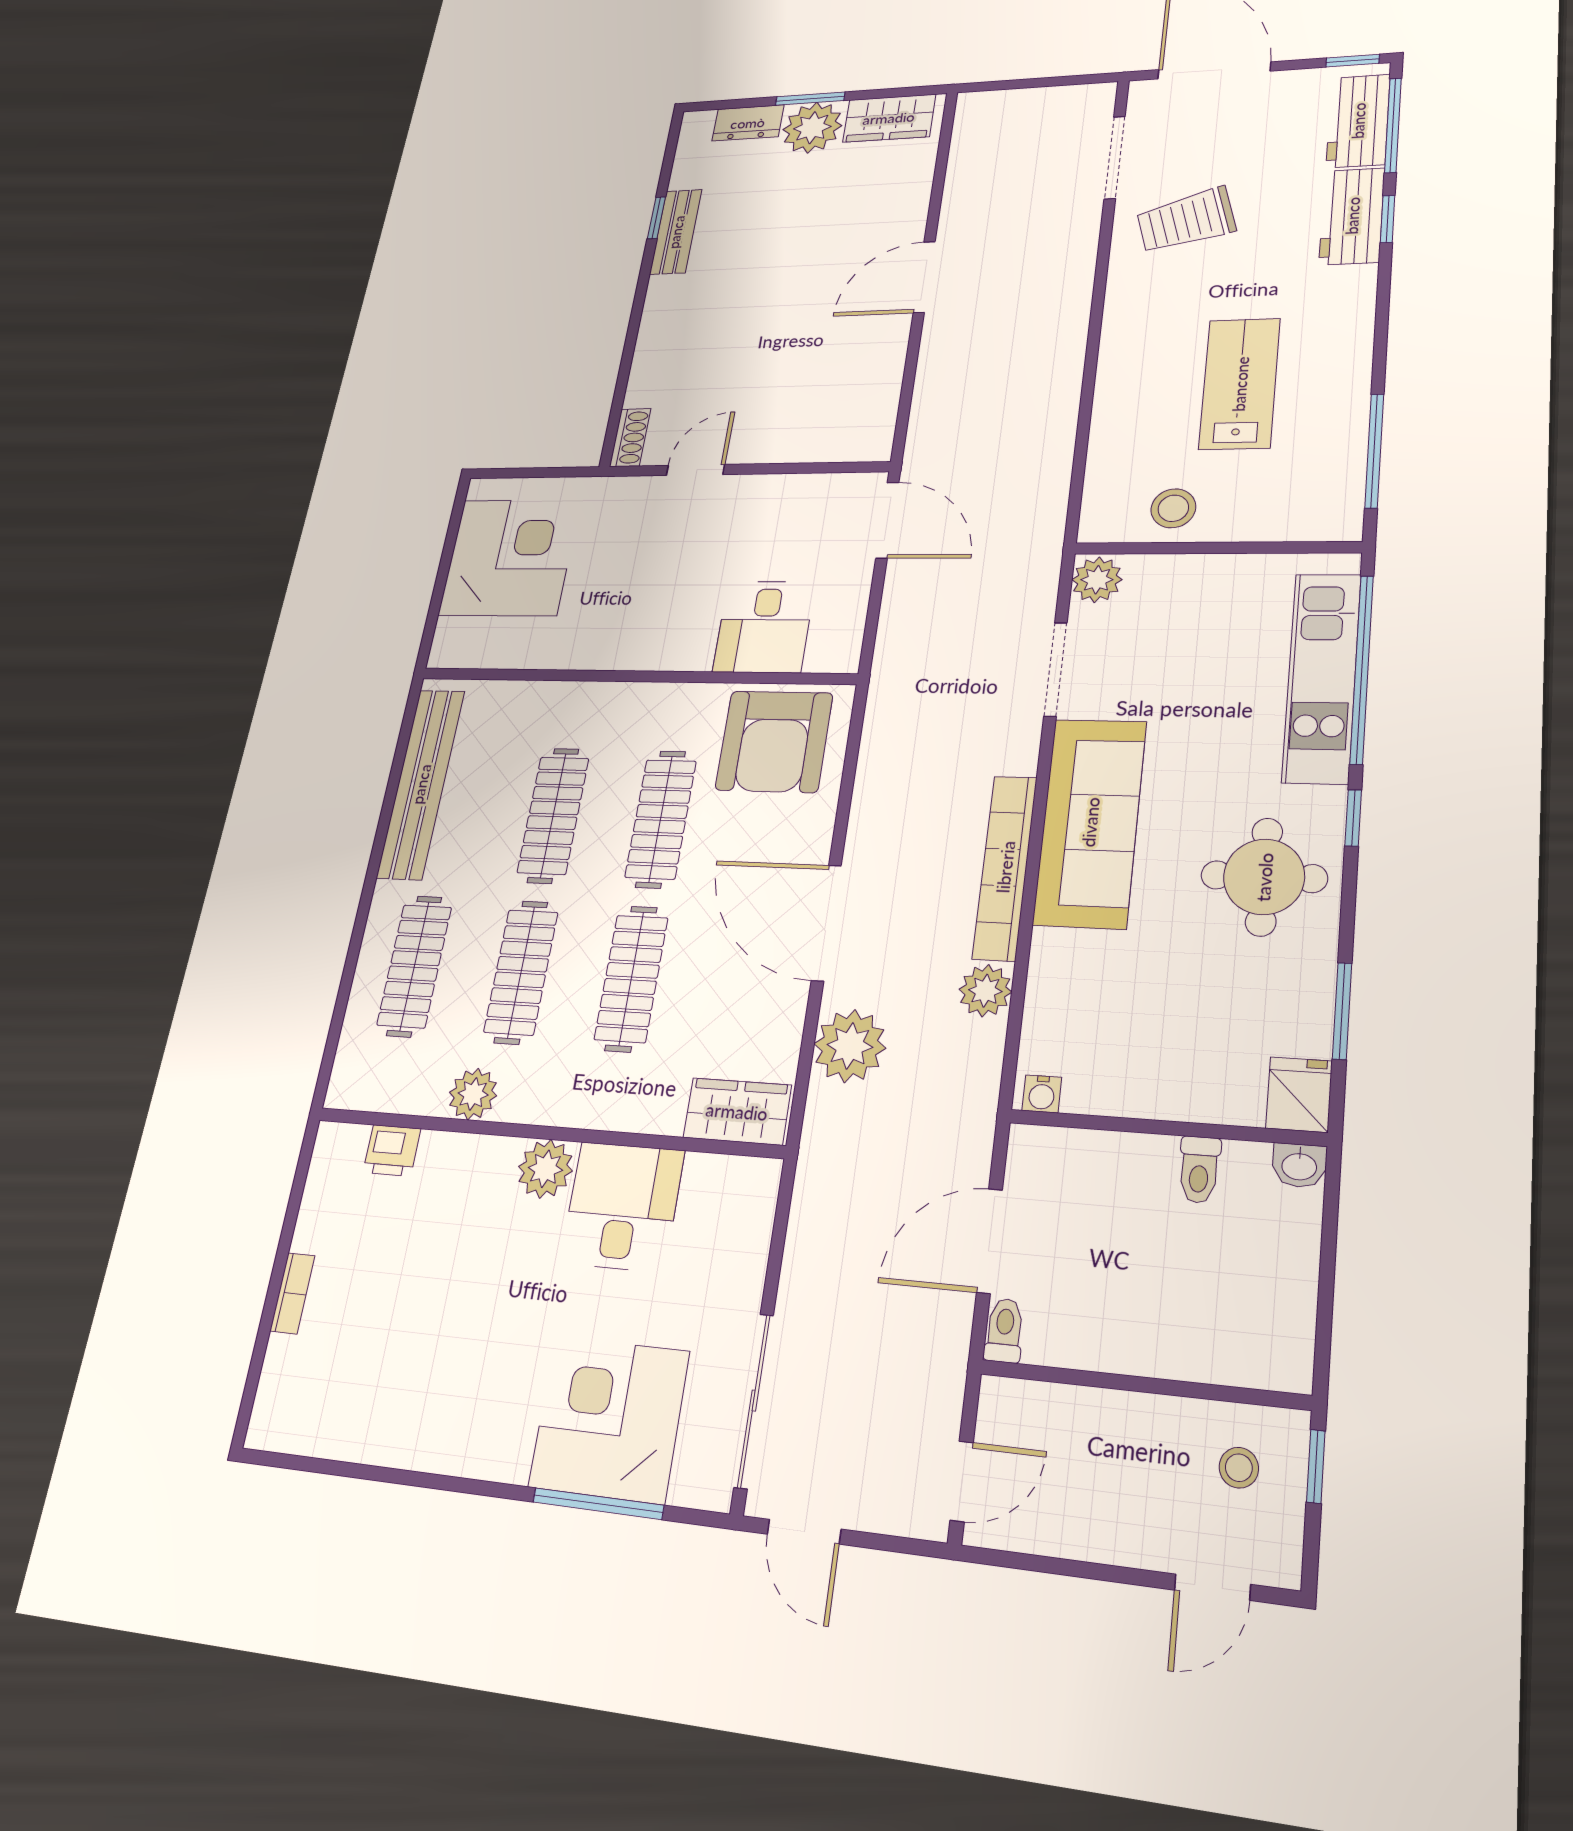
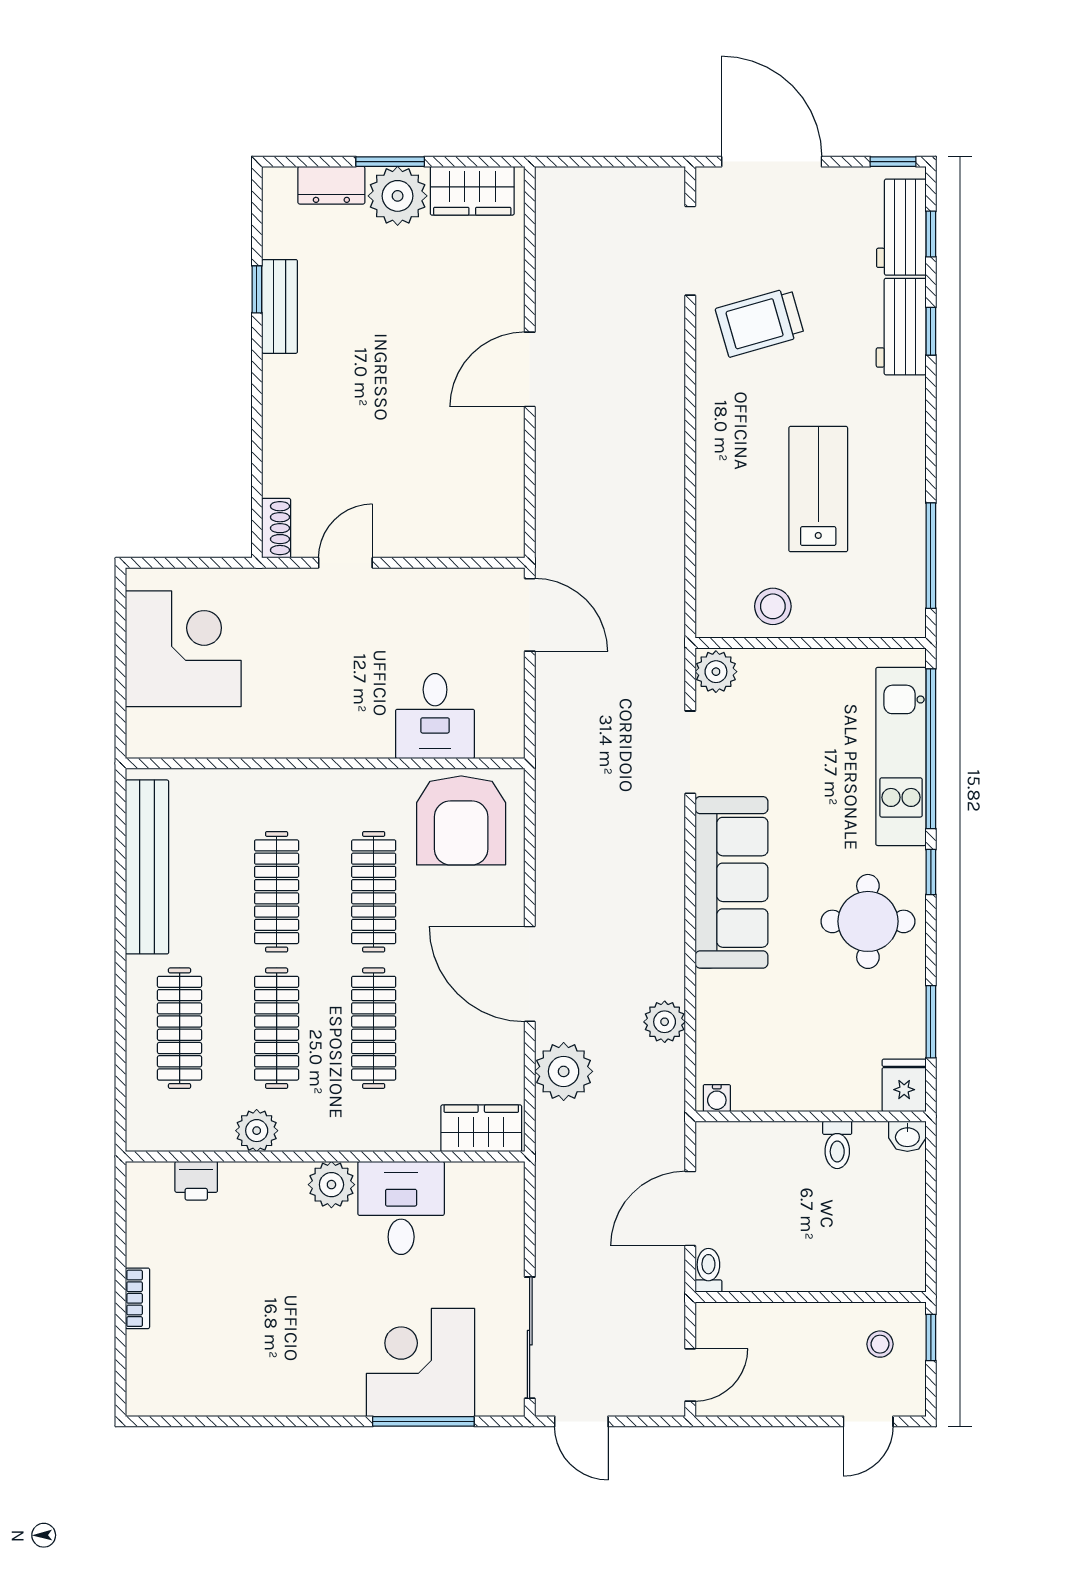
window: (1393, 125) -> (931, 234), width x0.46
bookcase: (1005, 867) -> (668, 922), removed

